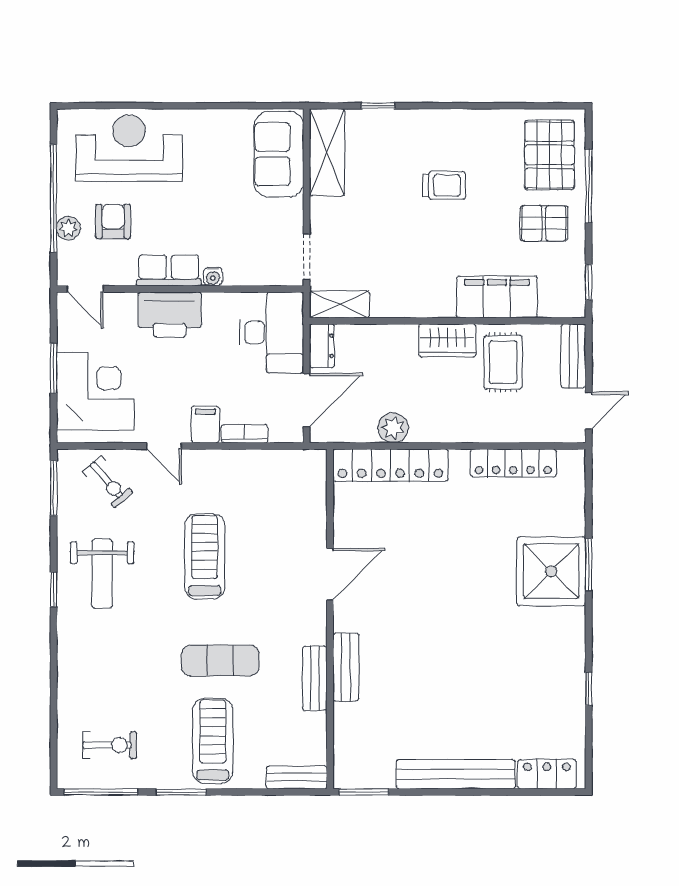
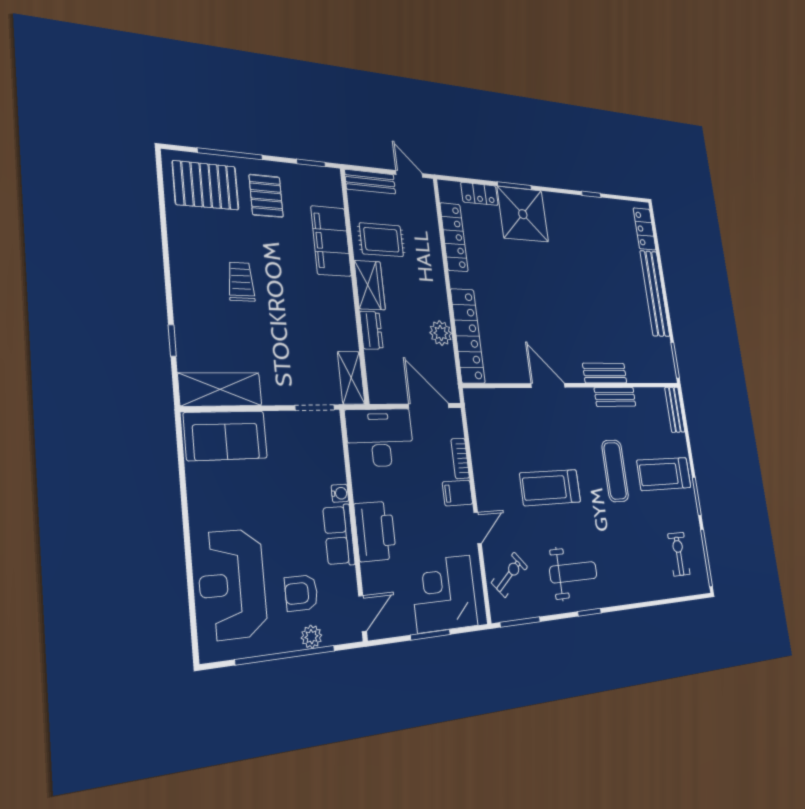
dresser: (322, 346) -> (371, 330), moved, turned 90
locker: (573, 509) -> (479, 194), added

